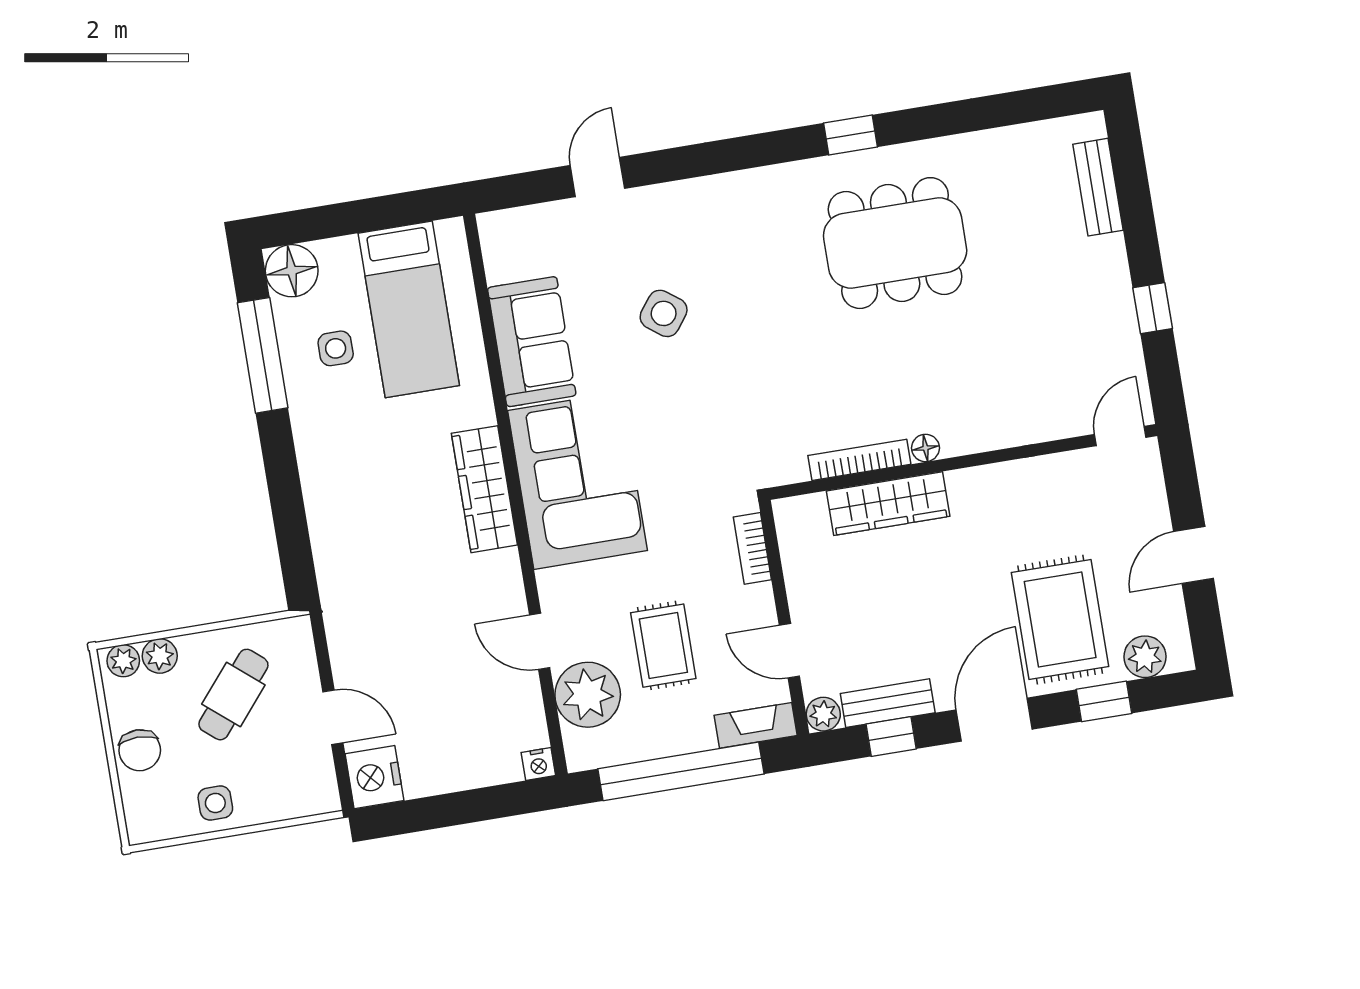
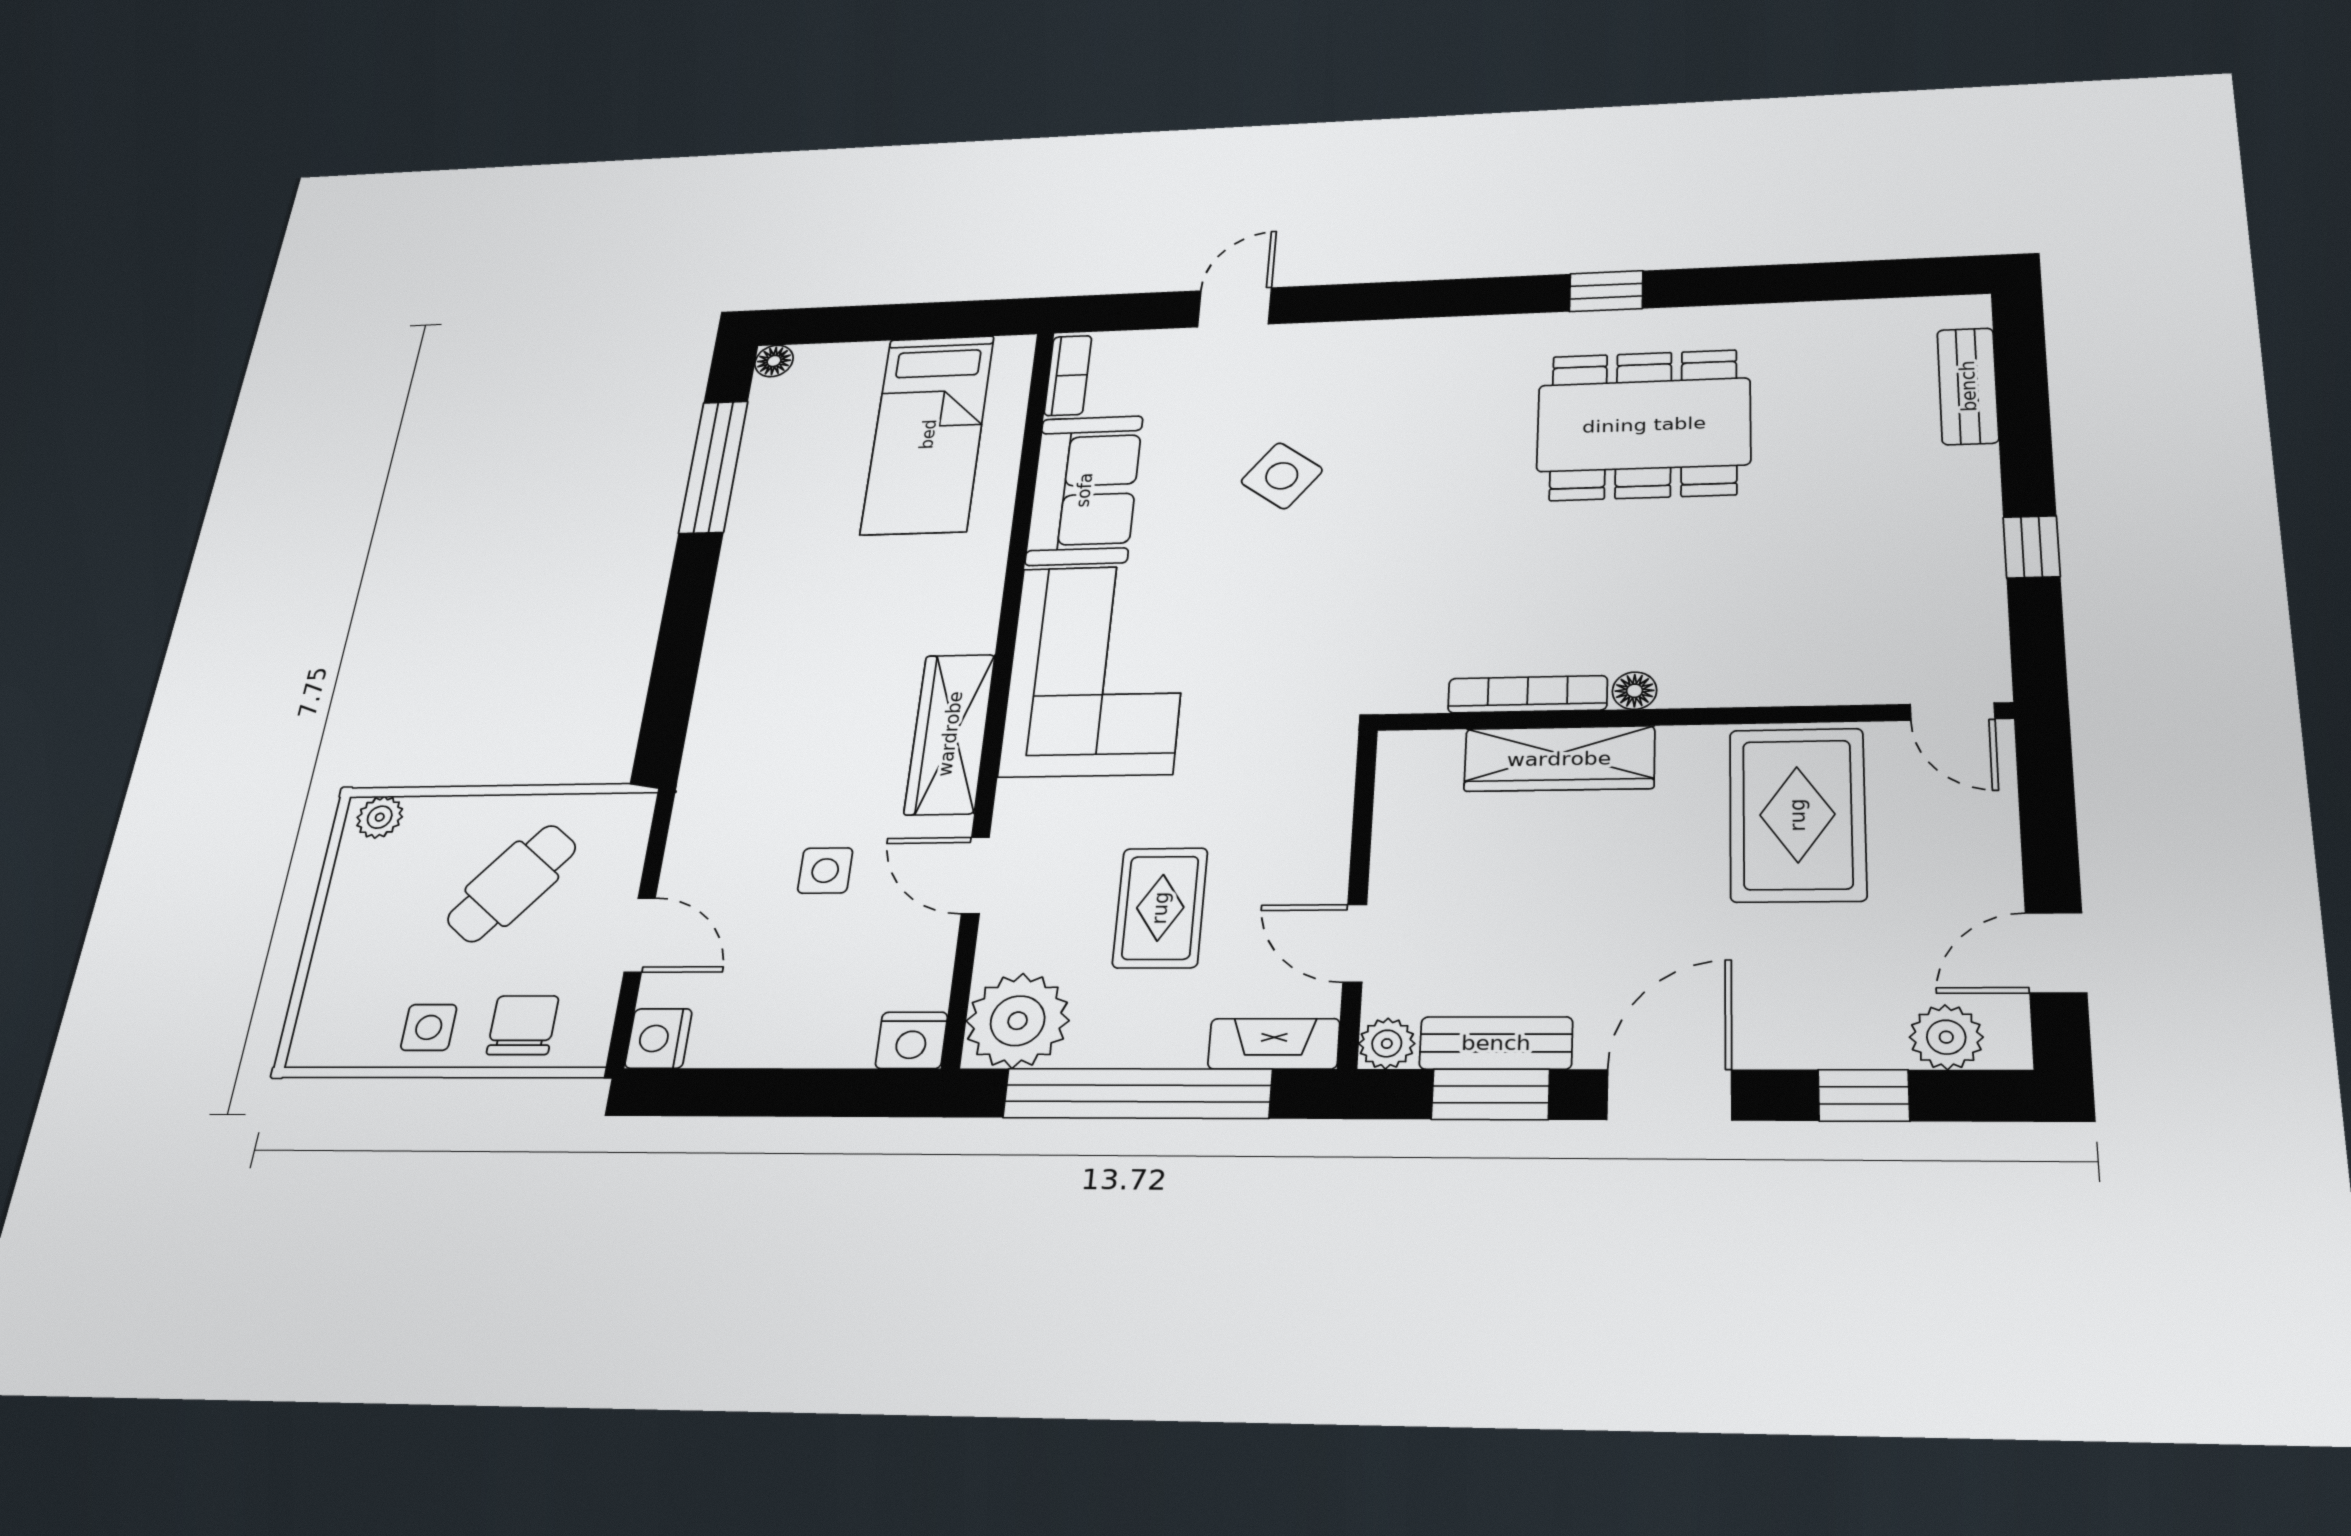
floor lamp: (292, 271) -> (774, 361), width x0.53, depth x0.53
side table: (336, 348) -> (825, 871), moved
door: (1120, 436) -> (1952, 712), swing flipped
wardrobe: (484, 489) -> (950, 734), moved
bookcase: (752, 548) -> (1068, 375), moved, turned 180
door: (1194, 555) -> (2056, 953), moved
rug: (1060, 619) -> (1797, 815), moved
plant: (160, 656) -> (431, 818), removed
plant: (588, 695) -> (1018, 1021), moved
window: (891, 737) -> (1490, 1094), width x1.50
chair: (140, 750) -> (523, 1025), moved, turned 180
nightstand: (538, 764) -> (911, 1040), width x1.39, depth x1.35
nightstand: (374, 777) -> (658, 1038), width x0.74, depth x0.75

